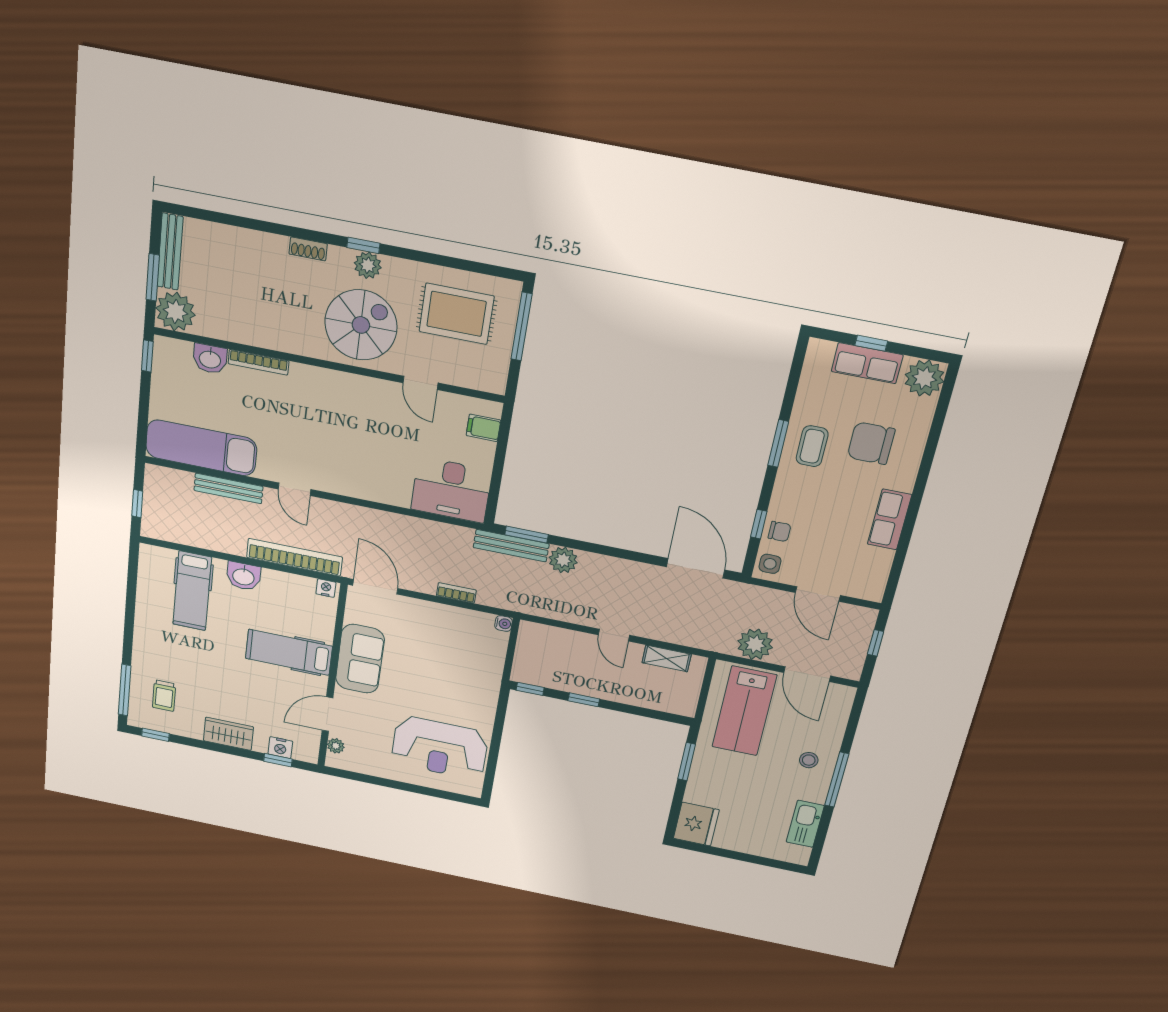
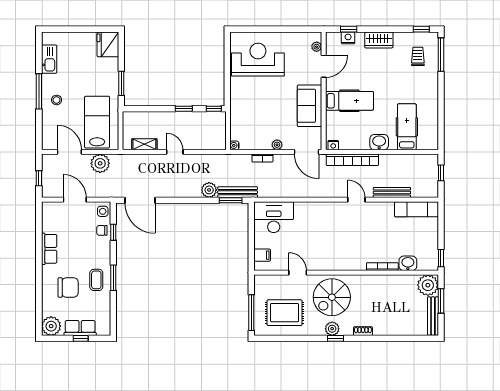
exam couch: (201, 448) -> (416, 209), width x0.73, depth x0.69
plant: (427, 609) -> (277, 145), added

